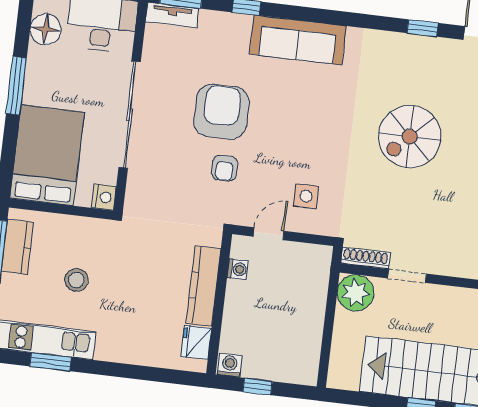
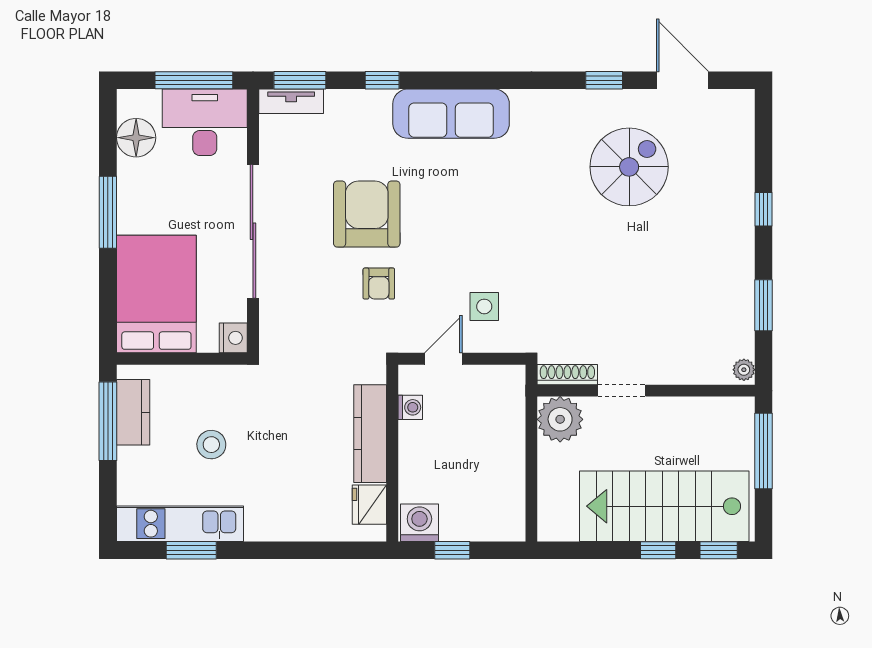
spiral stairs: (410, 137) -> (629, 167), moved, turned 180
washing machine: (230, 365) -> (419, 523), width x1.38, depth x1.38

